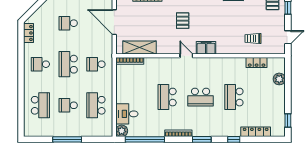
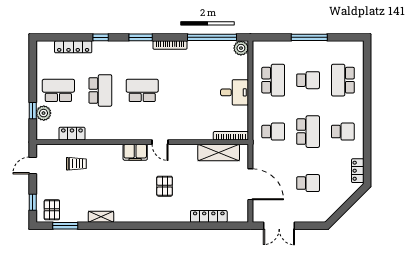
school desk: (167, 97) -> (58, 90), moved, turned -90
desk: (127, 114) -> (235, 92), moved
window: (288, 120) -> (33, 111), moved

